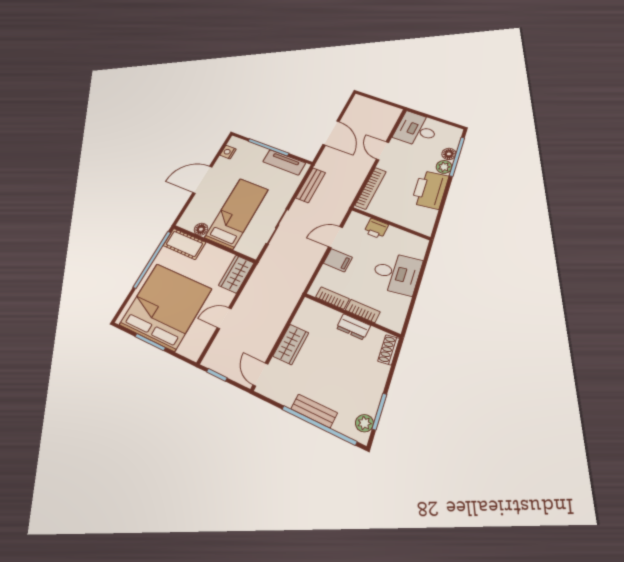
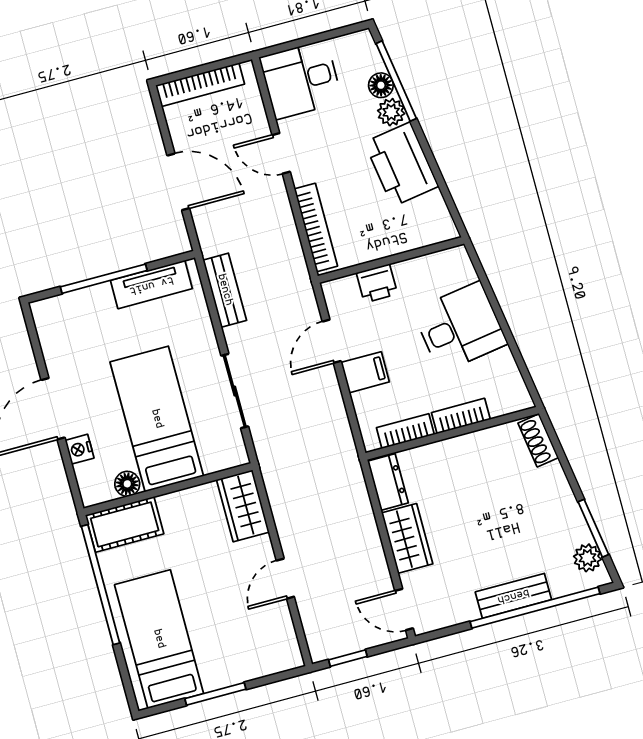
bookcase: (373, 105) -> (200, 85), added
nightstand: (228, 152) -> (80, 449), moved
bed: (166, 307) -> (159, 639), width x0.49
dresser: (353, 327) -> (388, 482), moved, turned -90

